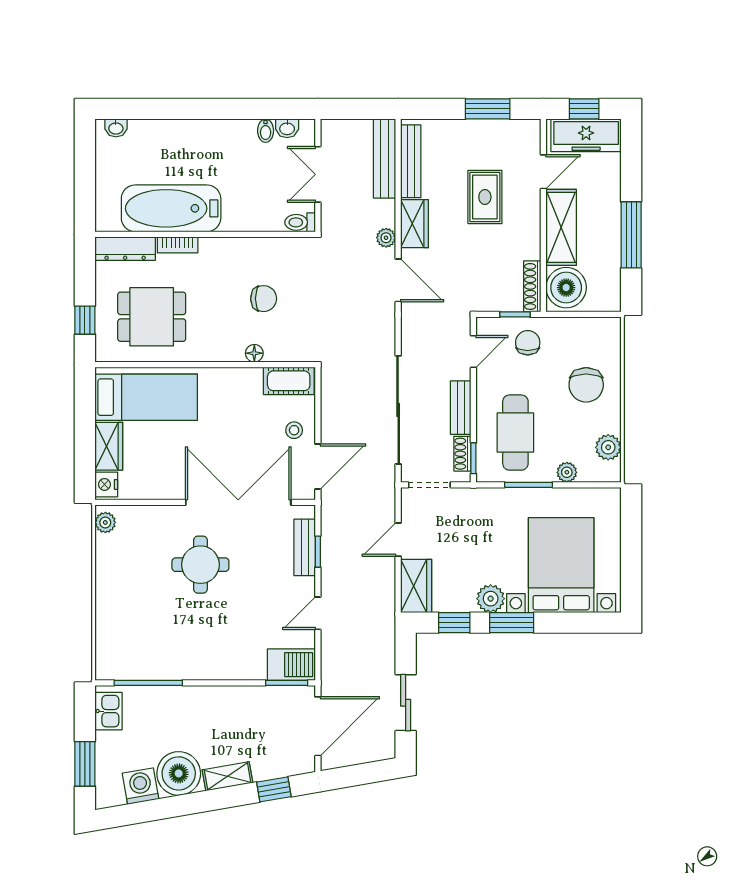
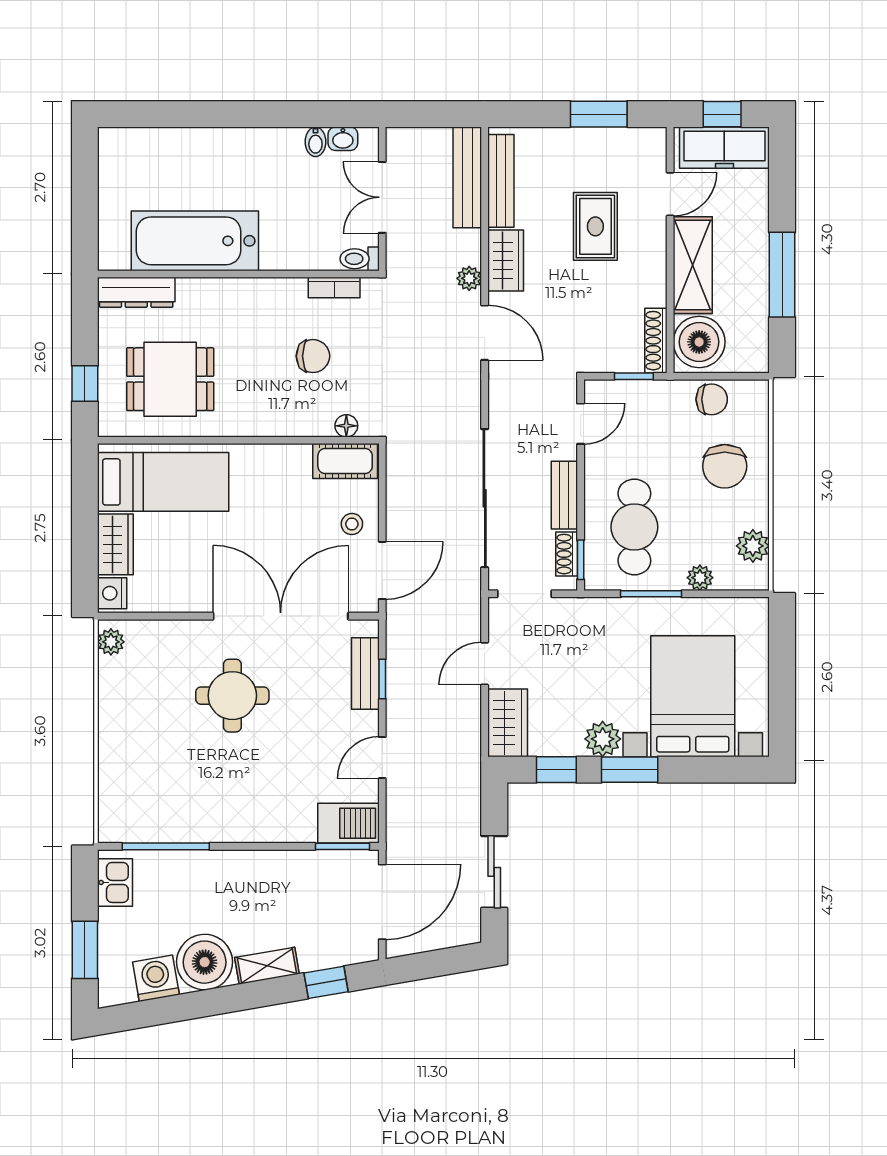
washbasin: (116, 128) -> (124, 138), removed
bookcase: (178, 245) -> (334, 287), moved
chair: (528, 343) -> (712, 399), moved, turned 90
floor lamp: (254, 353) -> (346, 426), moved

